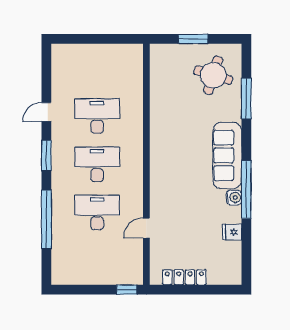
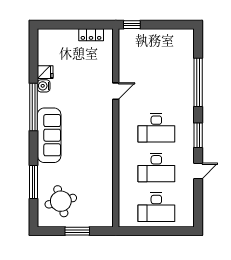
round table: (213, 75) -> (61, 201), turned -32
water cooler: (234, 198) -> (44, 86), moved
desk: (97, 212) -> (156, 207), moved
door: (146, 228) -> (116, 91), moved
locker: (184, 277) -> (91, 35), width x0.66

